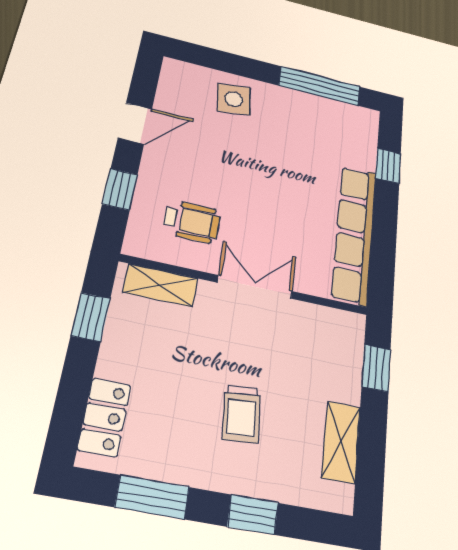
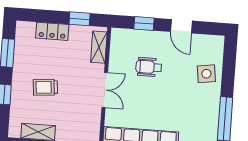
wheelchair: (192, 222) -> (149, 67), moved, turned 90
locker: (105, 417) -> (52, 31), moved

